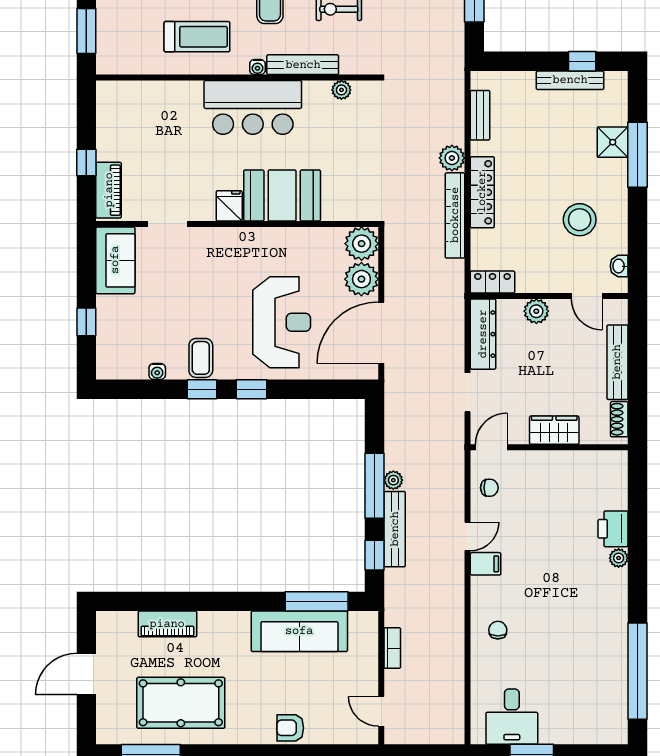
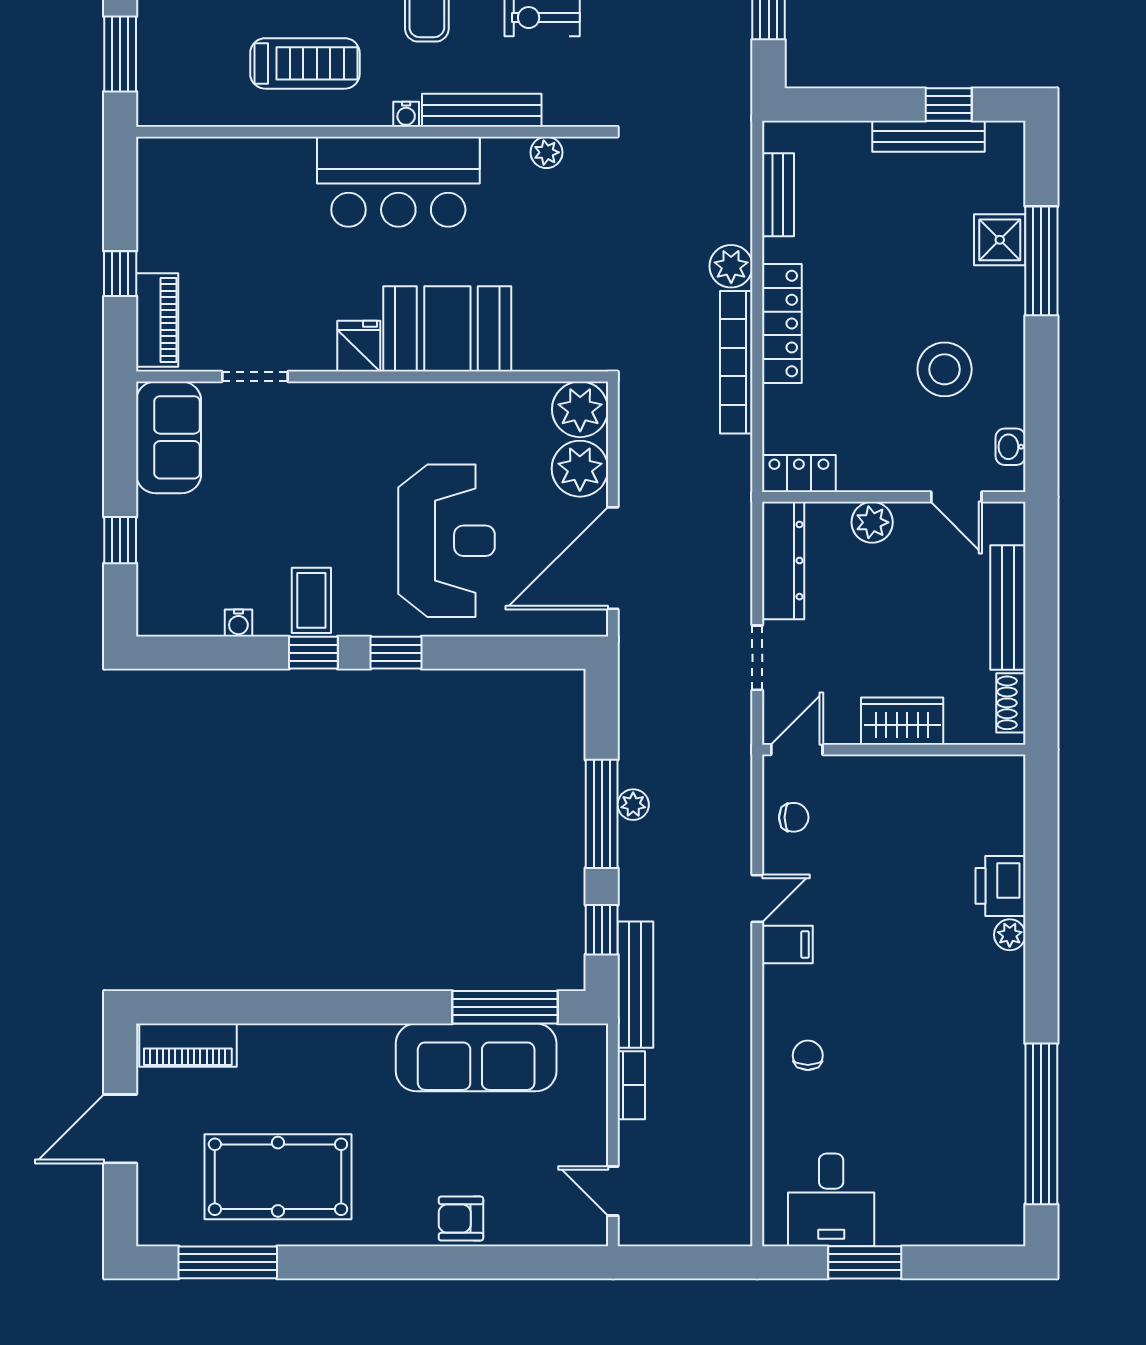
bench: (395, 529) -> (635, 985), moved
piano: (167, 624) -> (188, 1045), moved

